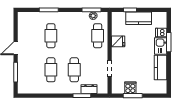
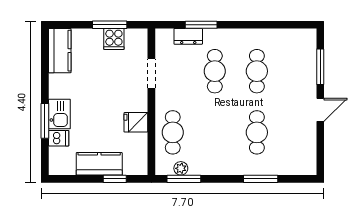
kitchen counter: (161, 67) -> (60, 51), moved

